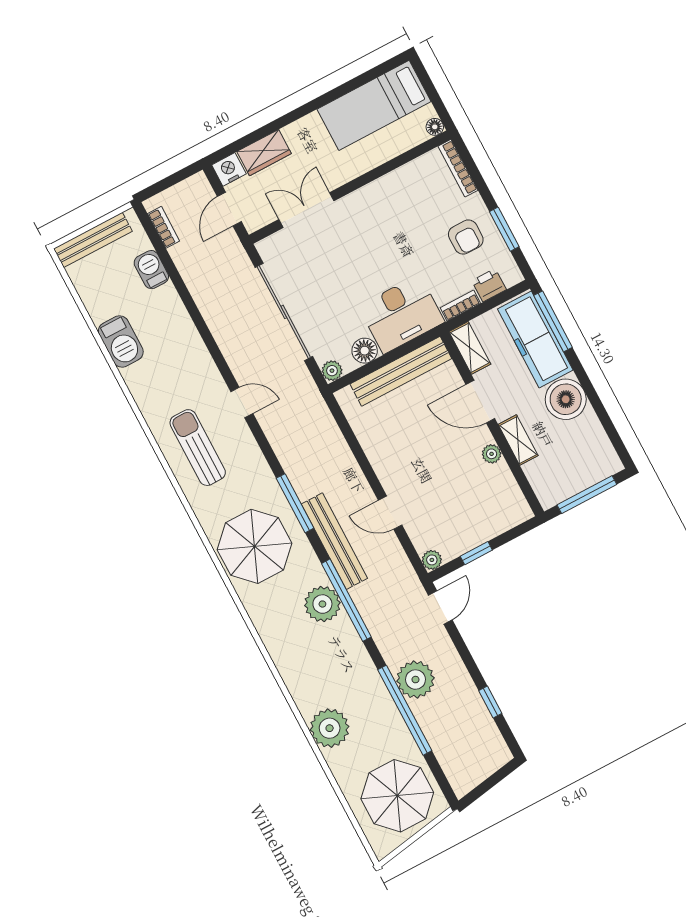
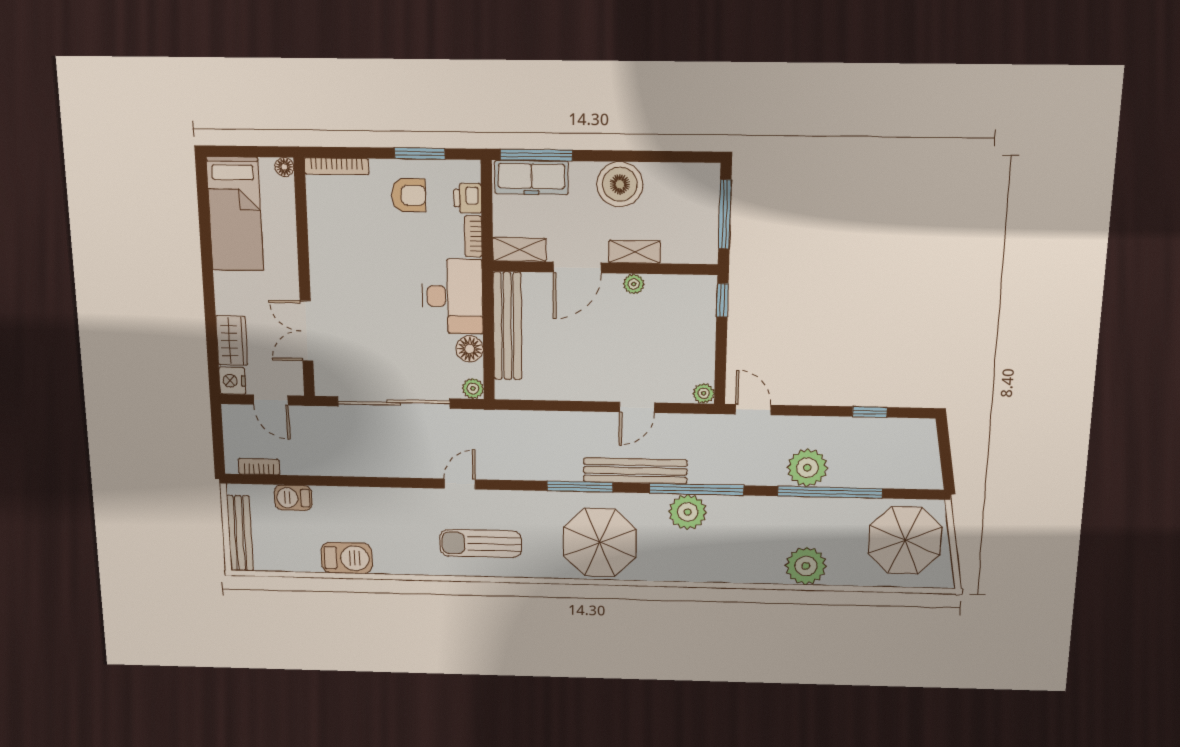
freezer: (535, 339) -> (531, 177), width x0.73, depth x0.79
window: (476, 553) -> (722, 300), moved

